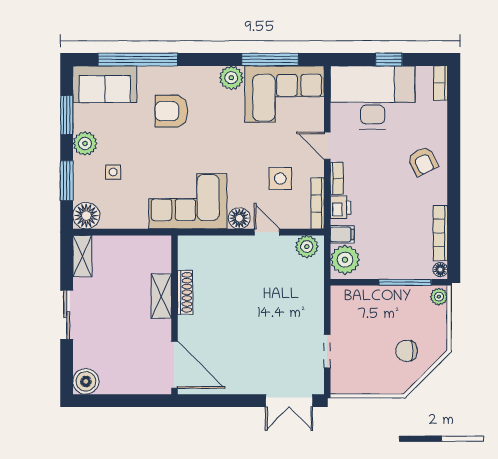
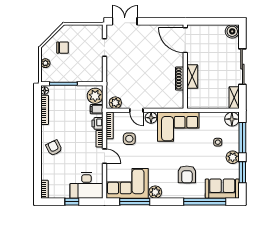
desk: (373, 97) -> (86, 185), width x0.73, depth x0.77
armchair: (171, 111) -> (187, 174), turned 90
window: (67, 181) -> (242, 138), width x1.44
plant: (439, 297) -> (45, 63), moved
sliding door: (67, 315) -> (242, 67), width x1.37

